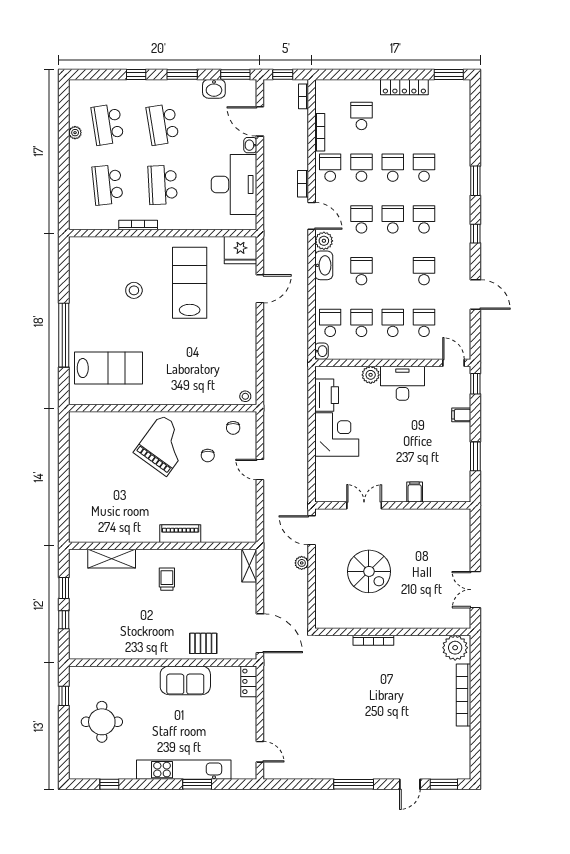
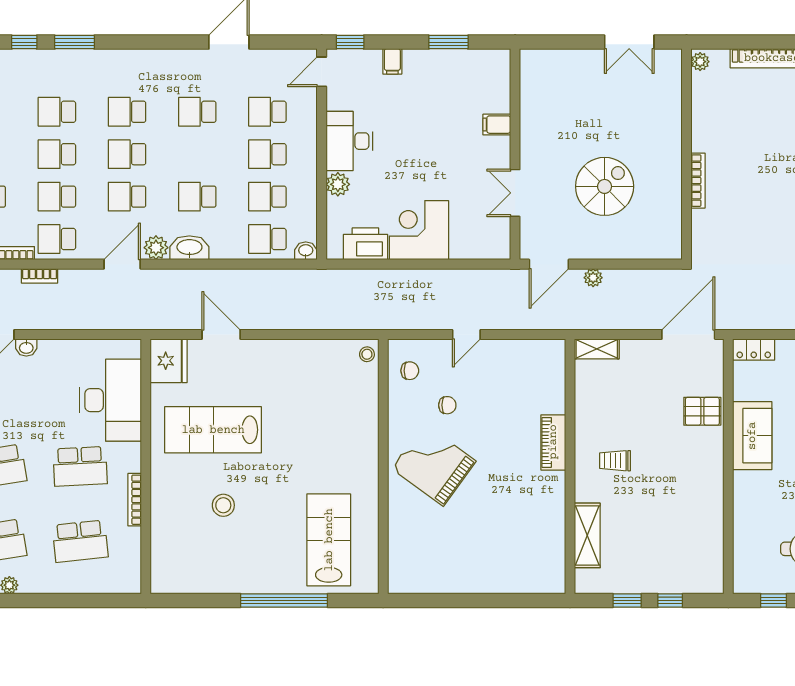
desk: (234, 184) -> (111, 400), moved, turned 90
bookcase: (303, 184) -> (40, 276), moved
window: (475, 234) -> (24, 42), moved
pallet: (203, 643) -> (702, 411), turned 90
plant: (455, 648) -> (700, 62), width x0.53, depth x0.53

